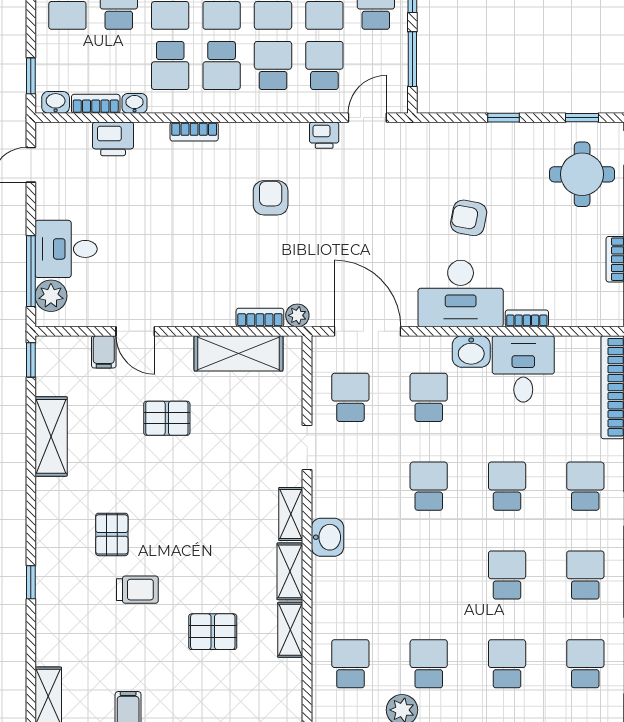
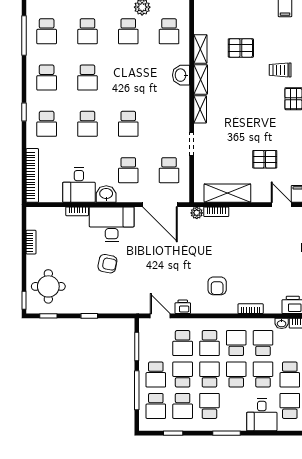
door: (367, 118) -> (160, 316), swing flipped
armchair: (271, 198) -> (217, 286), moved
washbasin: (327, 537) -> (181, 75), moved

